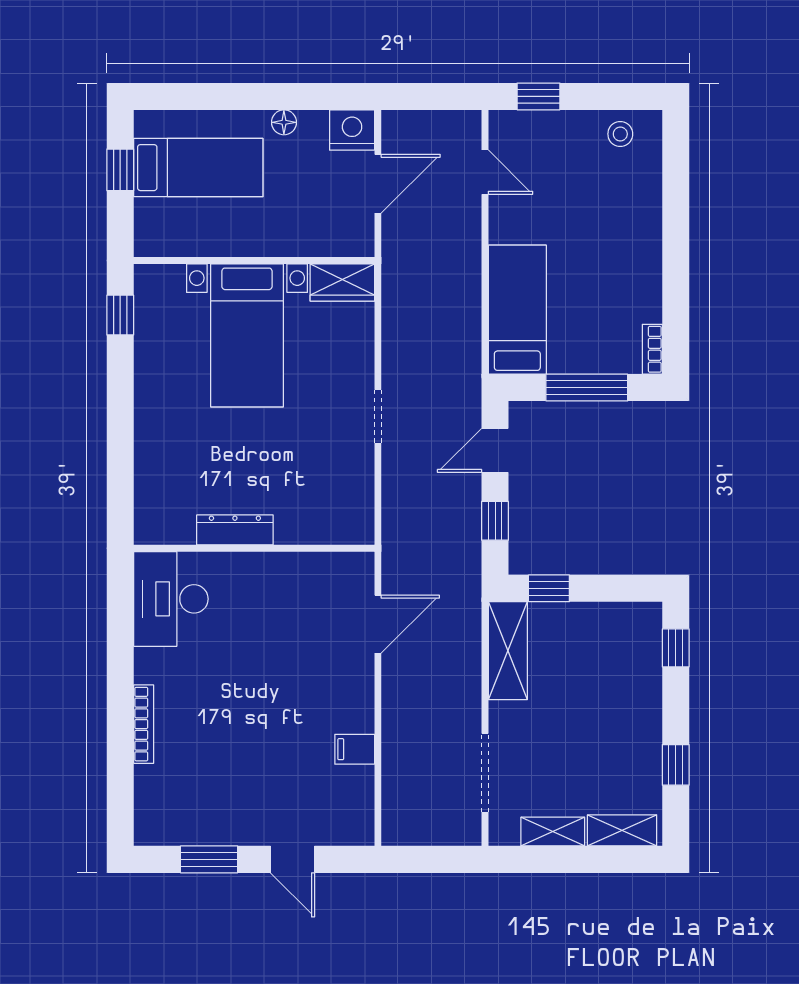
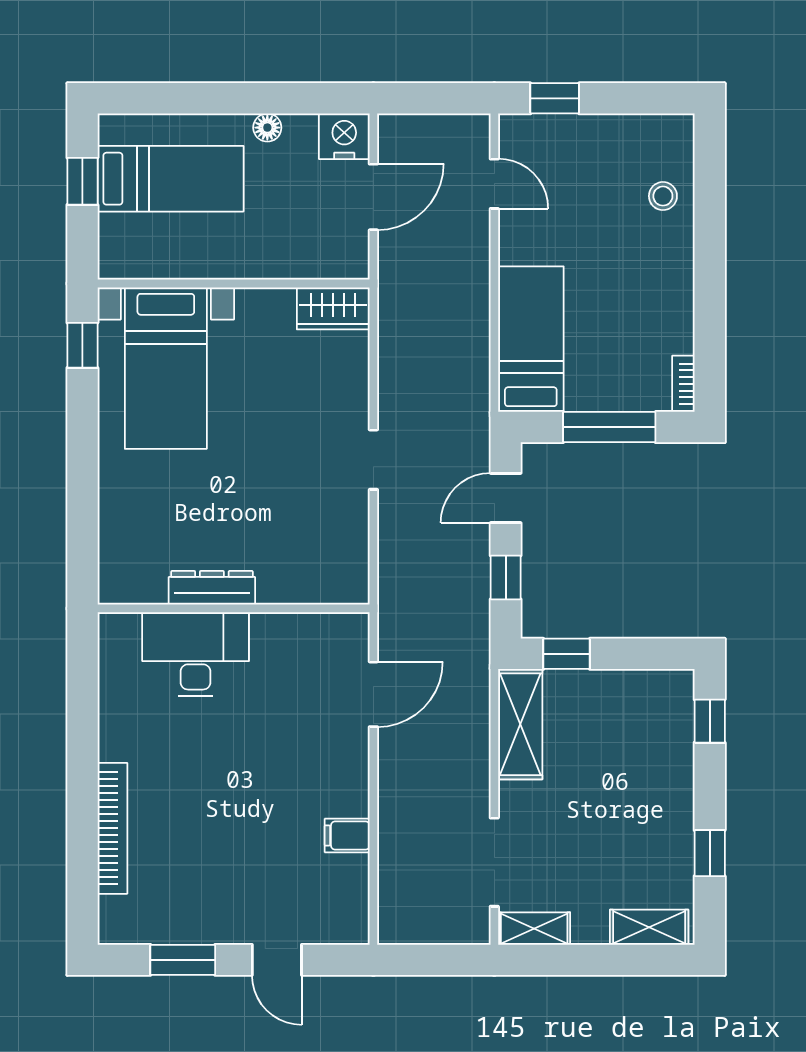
stool: (620, 134) -> (663, 196), moved
bed with nightstands: (247, 335) -> (166, 368), moved
desk: (171, 599) -> (195, 654), moved, turned 90
bookcase: (144, 724) -> (112, 828), width x1.48, depth x1.31
shelving: (553, 832) -> (534, 929), moved

